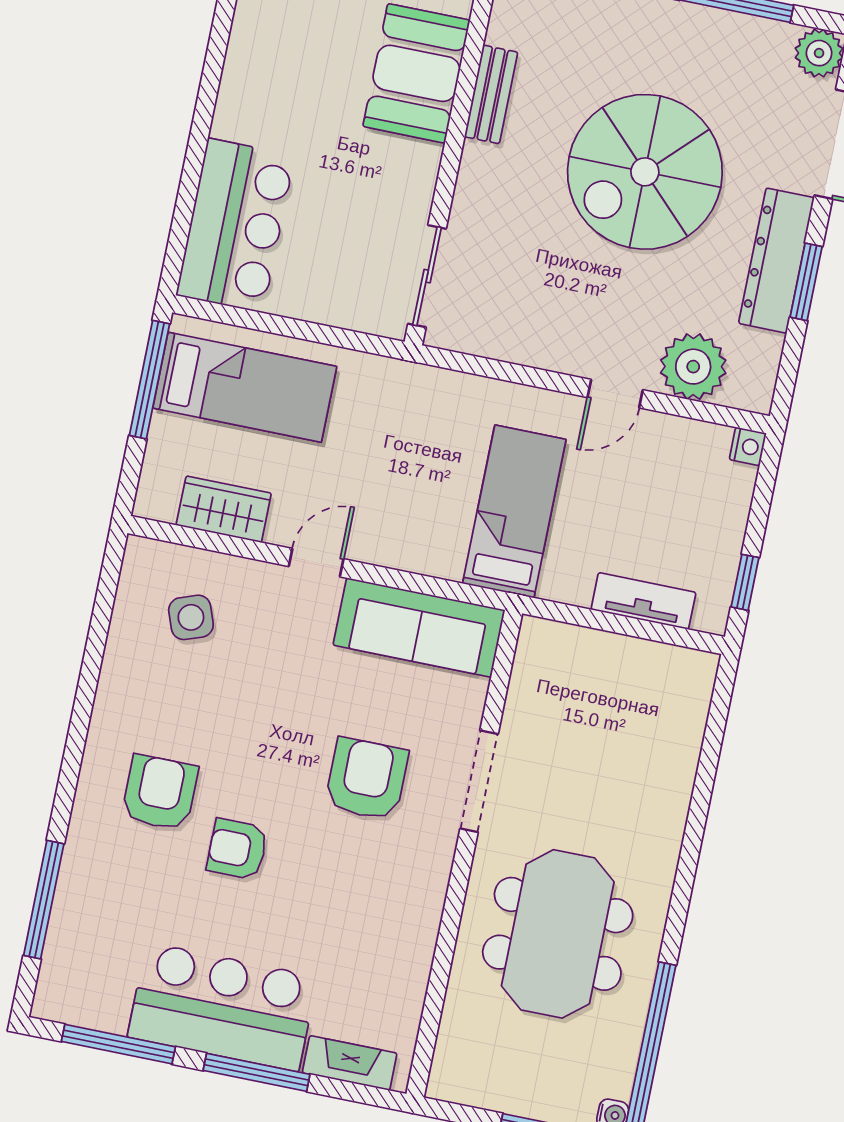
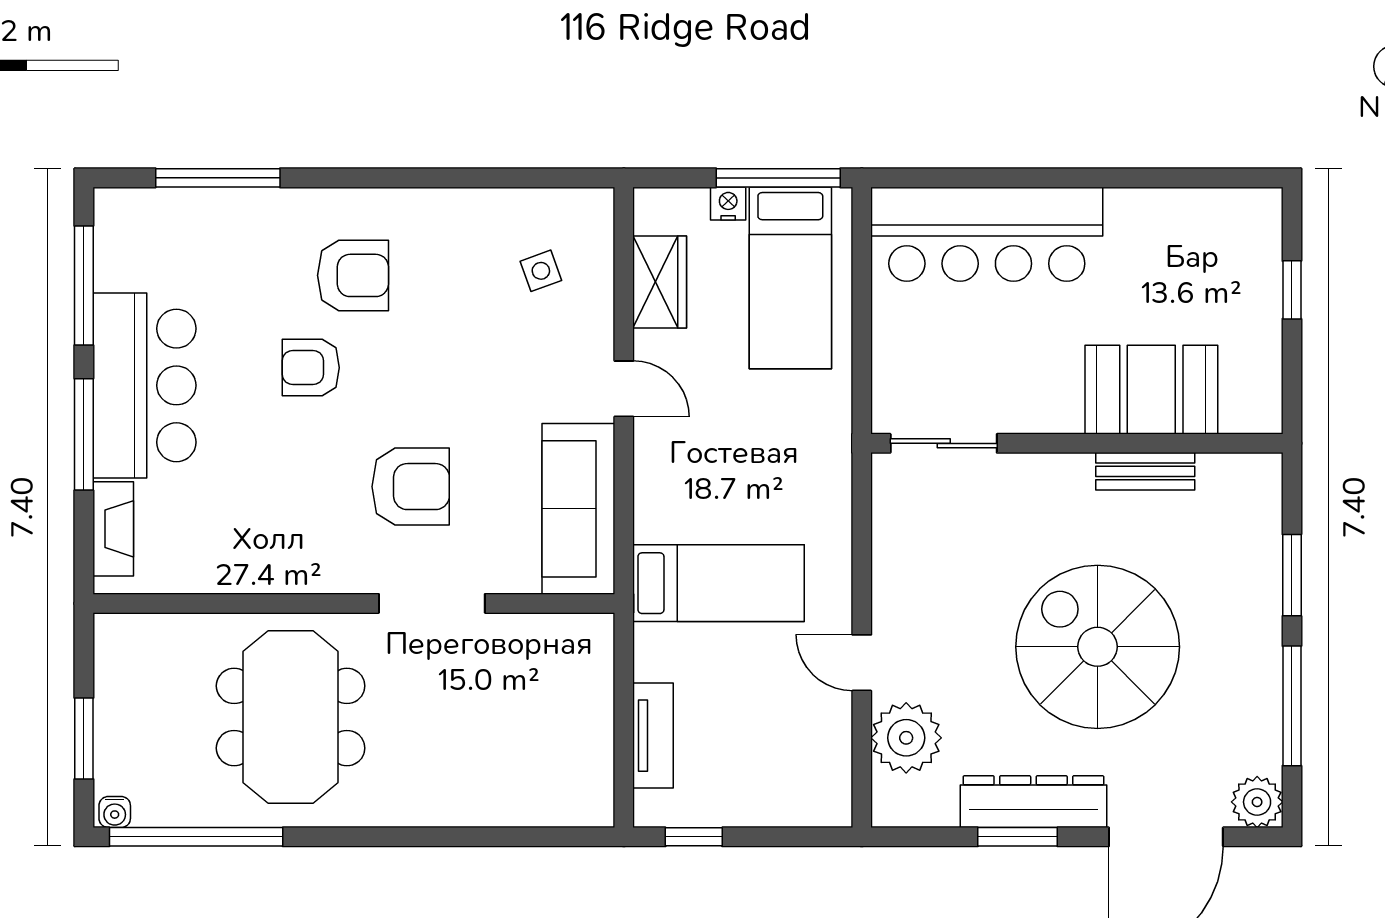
bar counter: (235, 225) -> (987, 234), width x1.36
nightstand: (748, 446) -> (728, 204), moved, turned 180
side table: (191, 617) -> (541, 271), width x0.73, depth x0.73
armchair: (237, 849) -> (311, 368), turned -90
meeting table: (558, 934) -> (291, 717), turned 90

